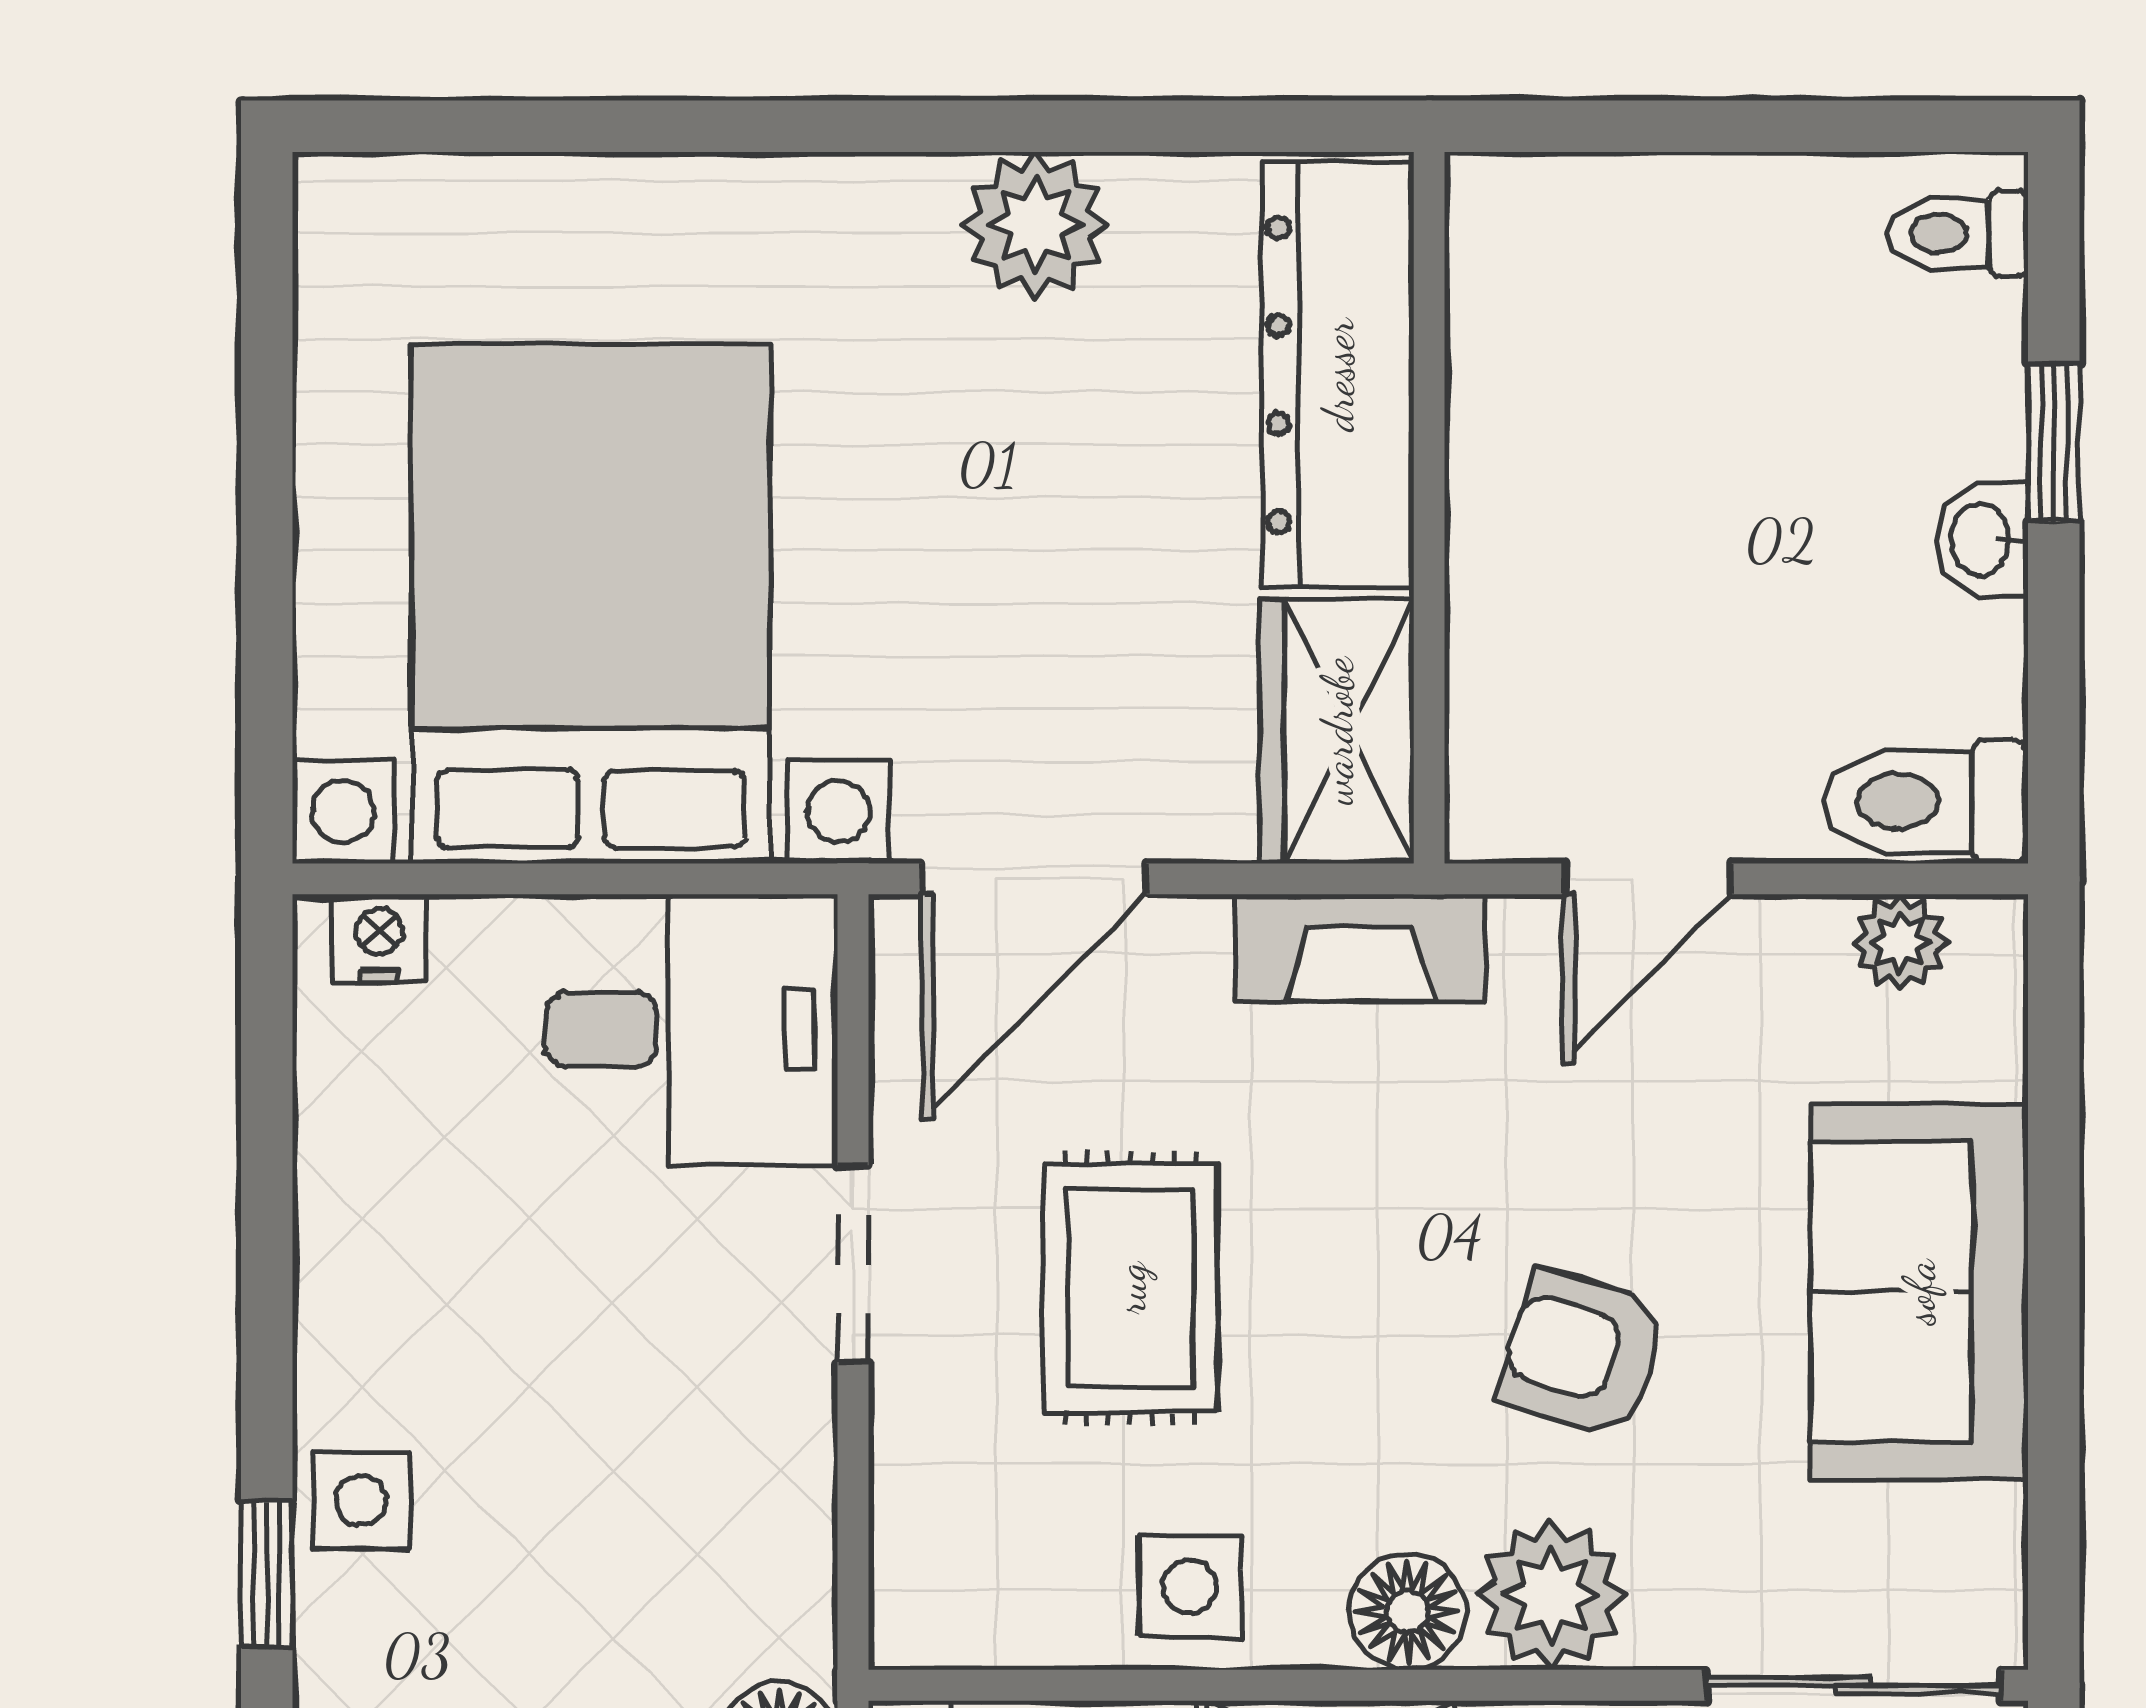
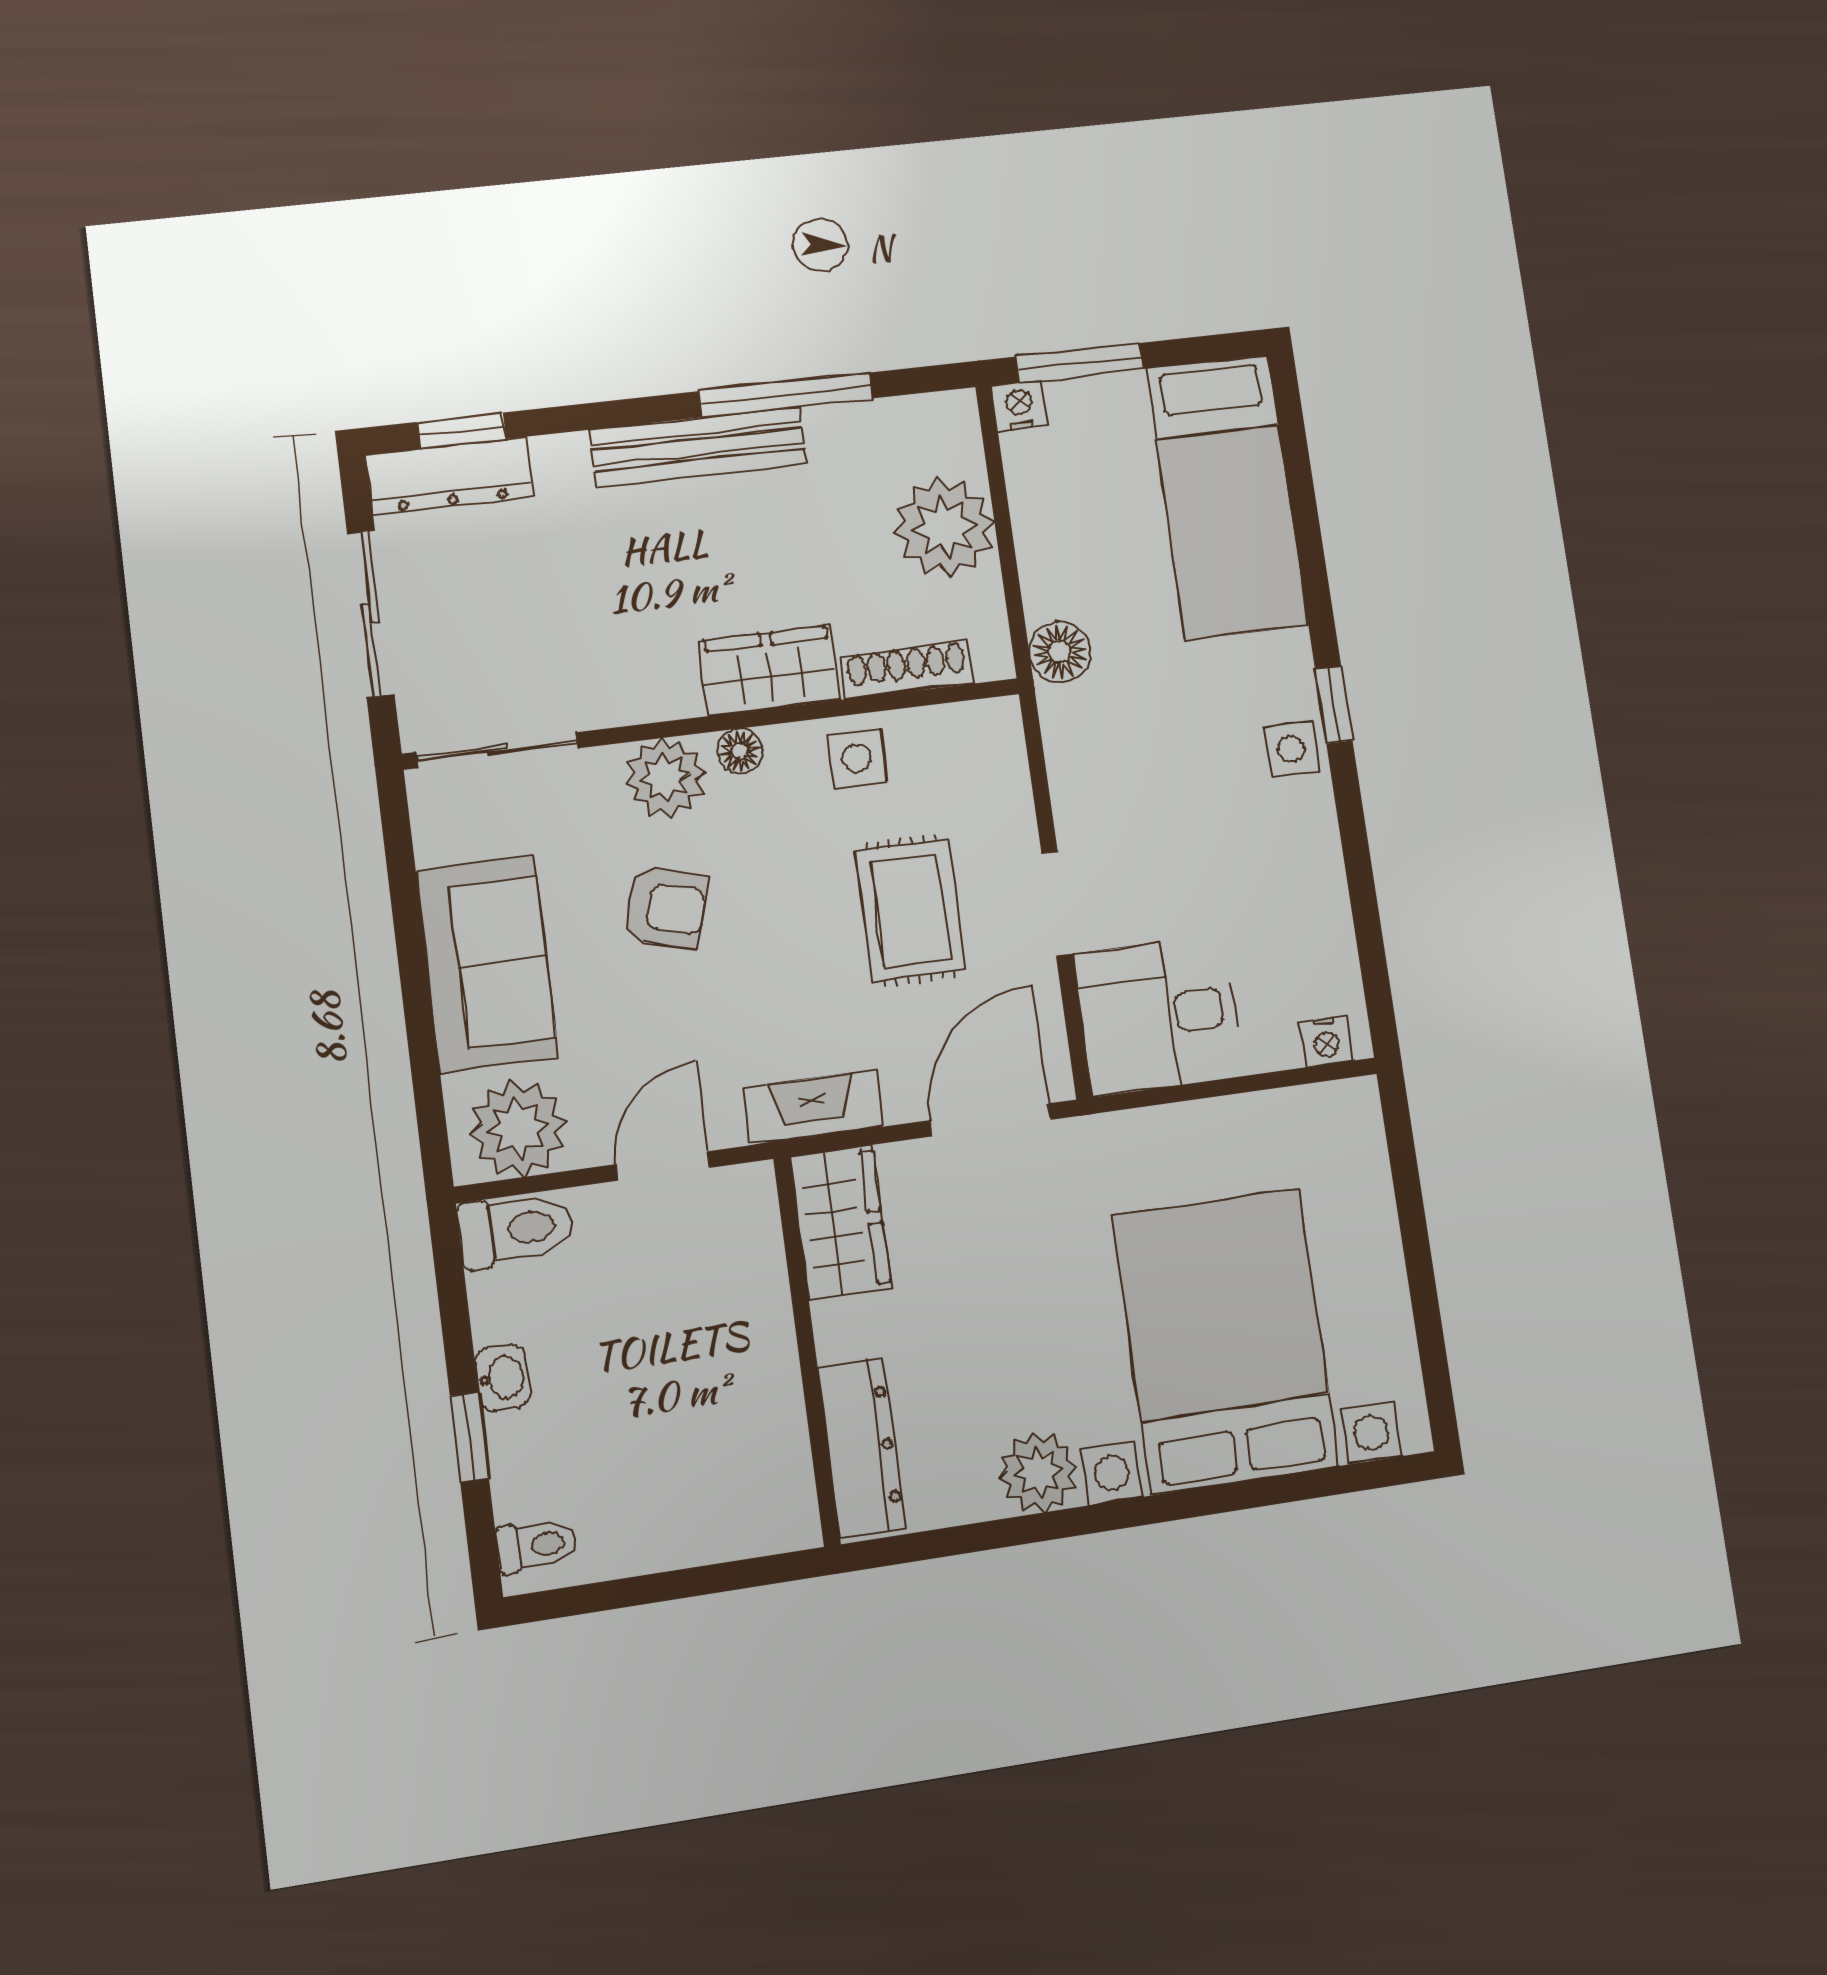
dresser: (1338, 375) -> (862, 1448), width x0.73, depth x0.80
bed with nightstands: (591, 604) -> (1226, 1341), moved, turned 180
plant: (1900, 942) -> (518, 1128), width x1.88, depth x1.88
floor lamp: (1408, 1611) -> (740, 751), width x0.73, depth x0.73

